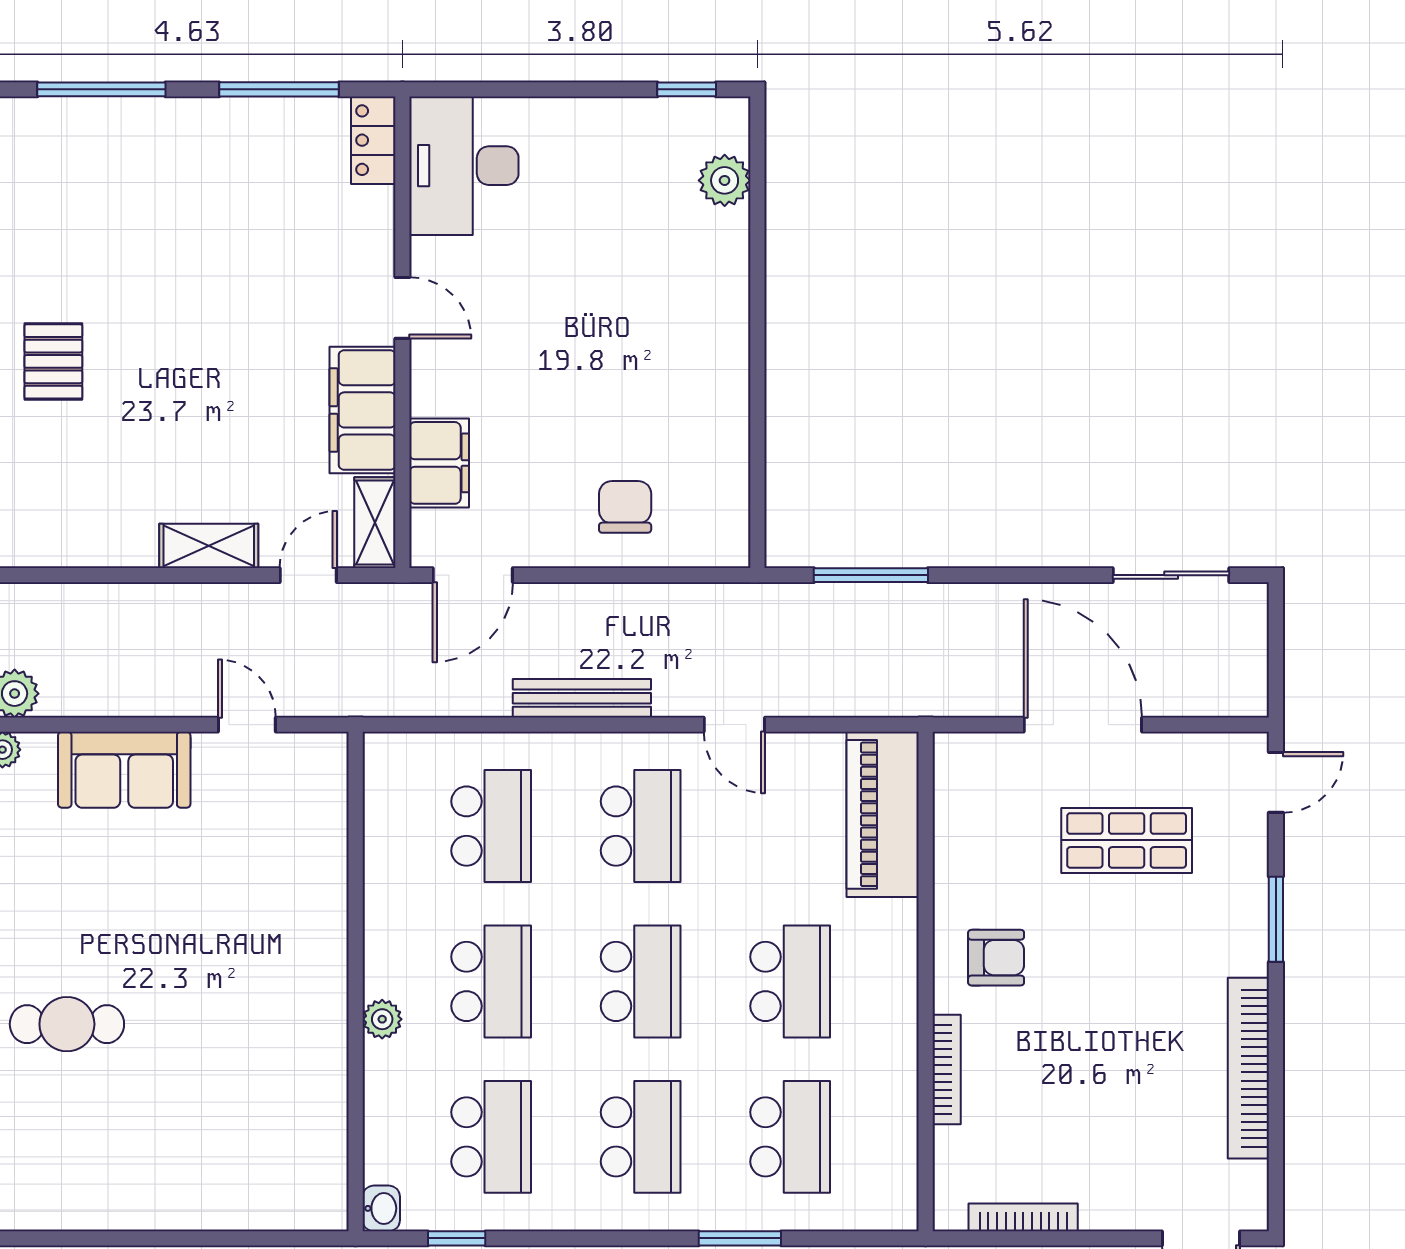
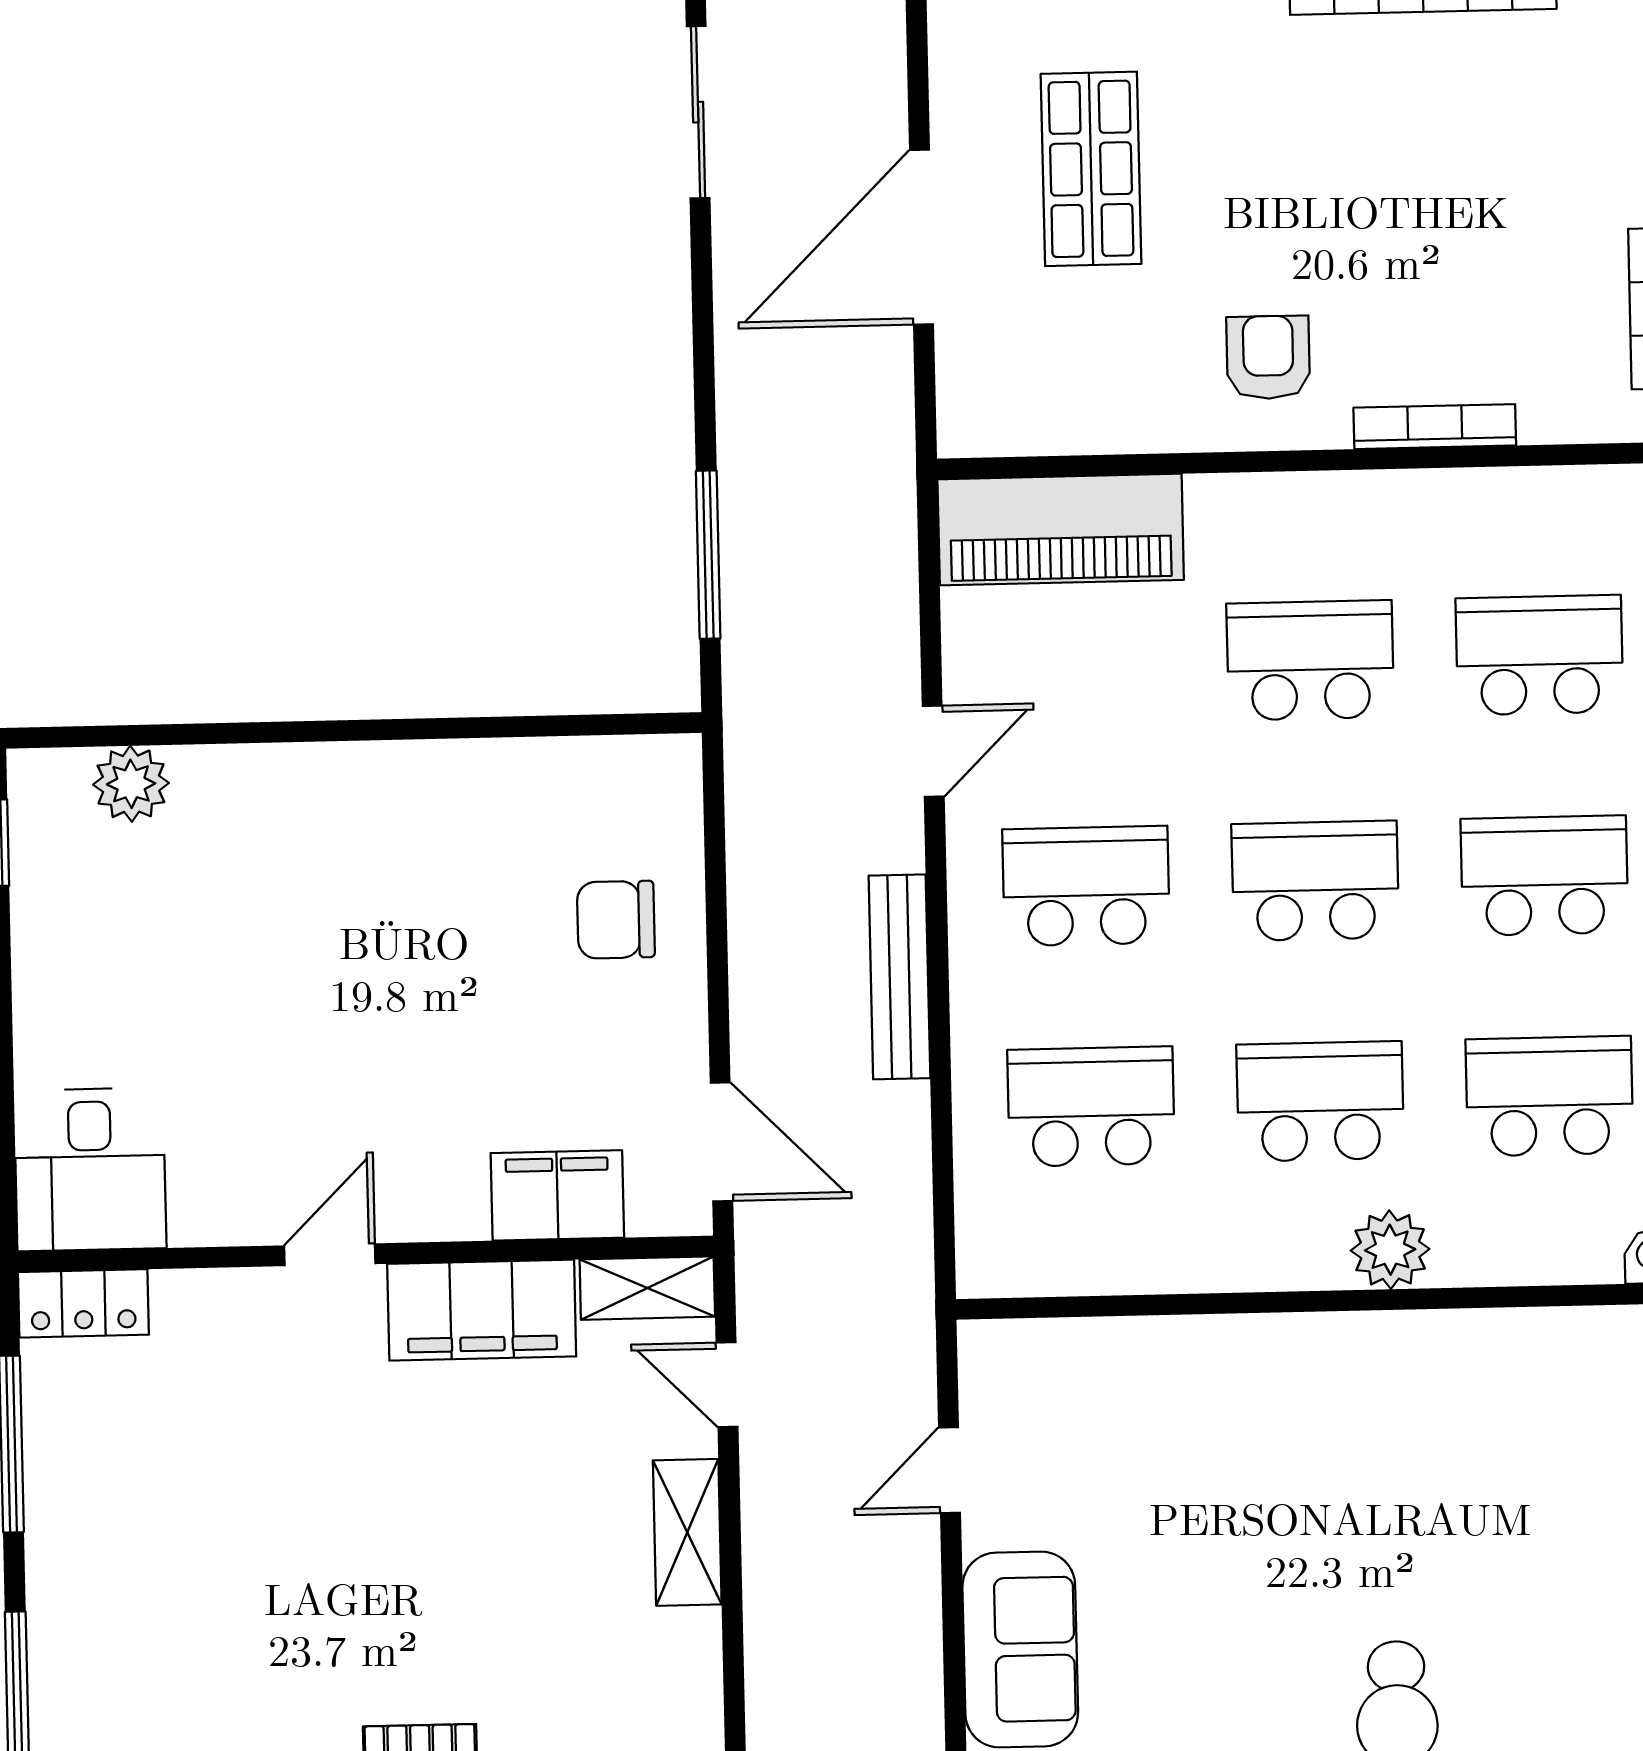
desk: (464, 166) -> (90, 1169), width x0.73
plant: (382, 1019) -> (1390, 1250), width x1.38, depth x1.38

